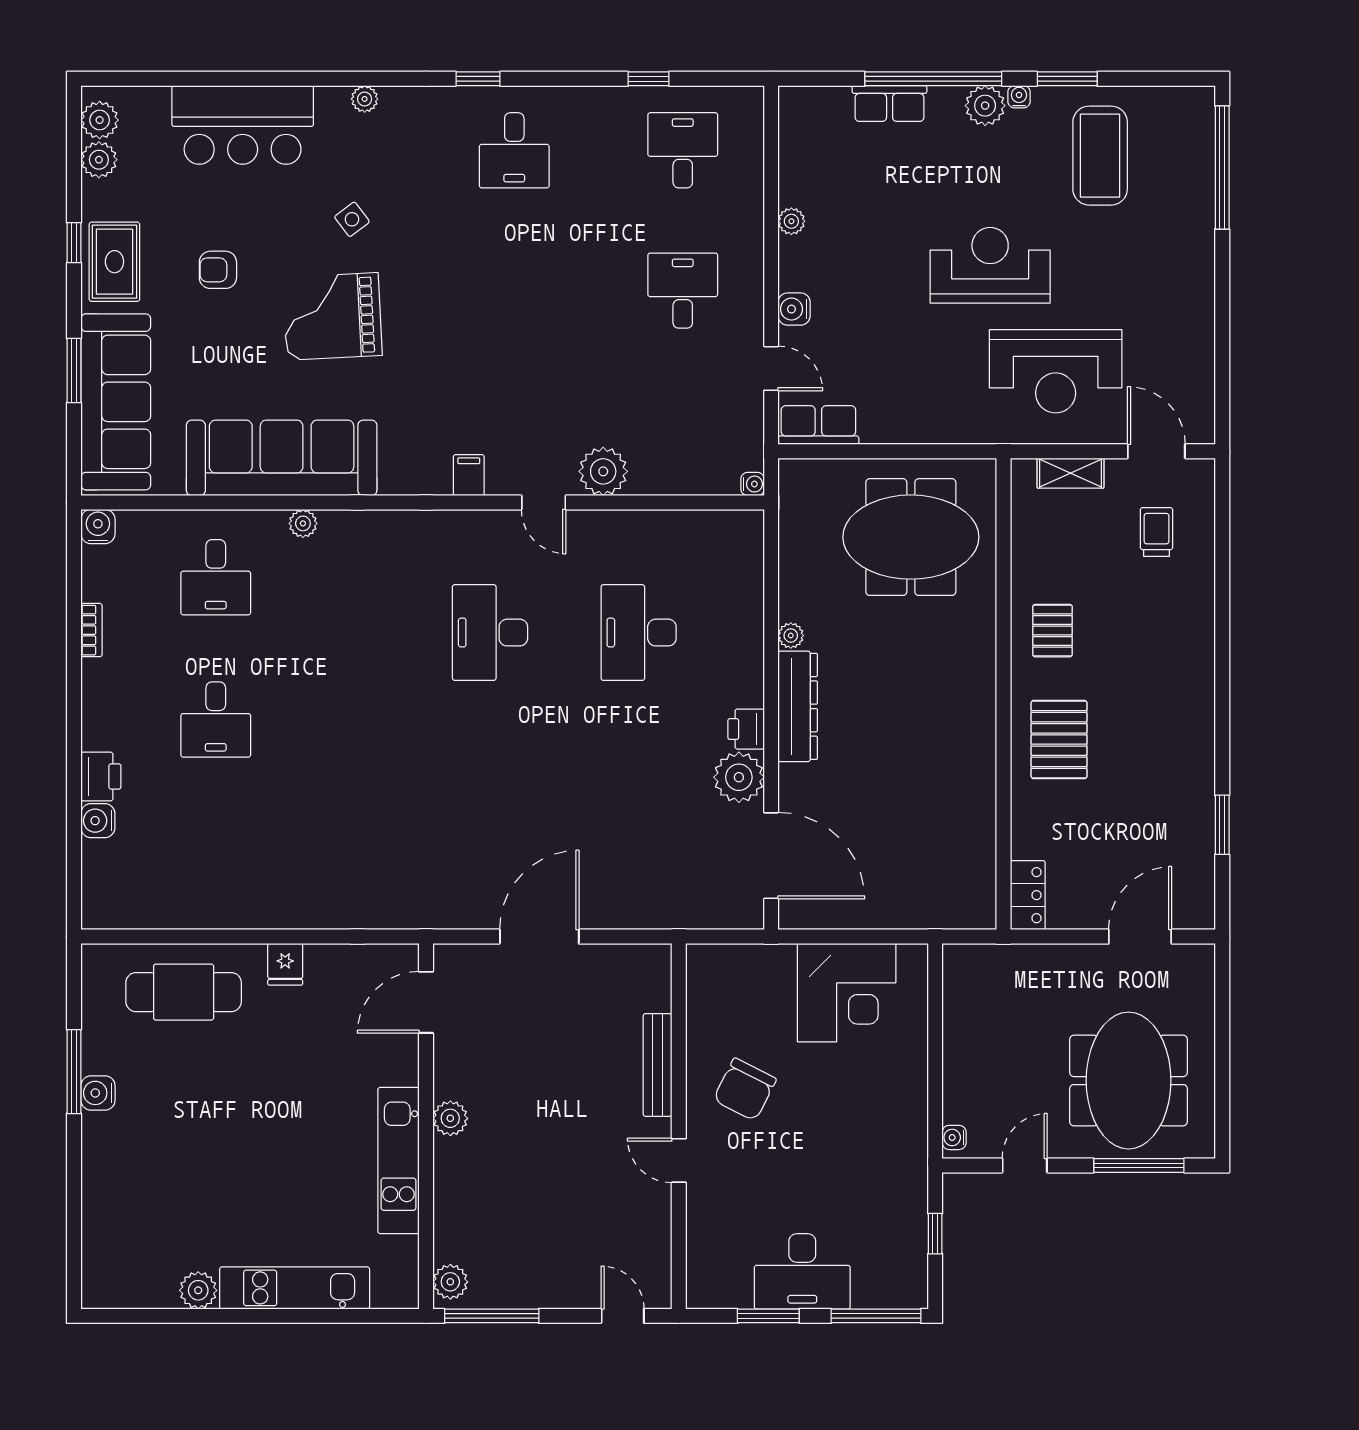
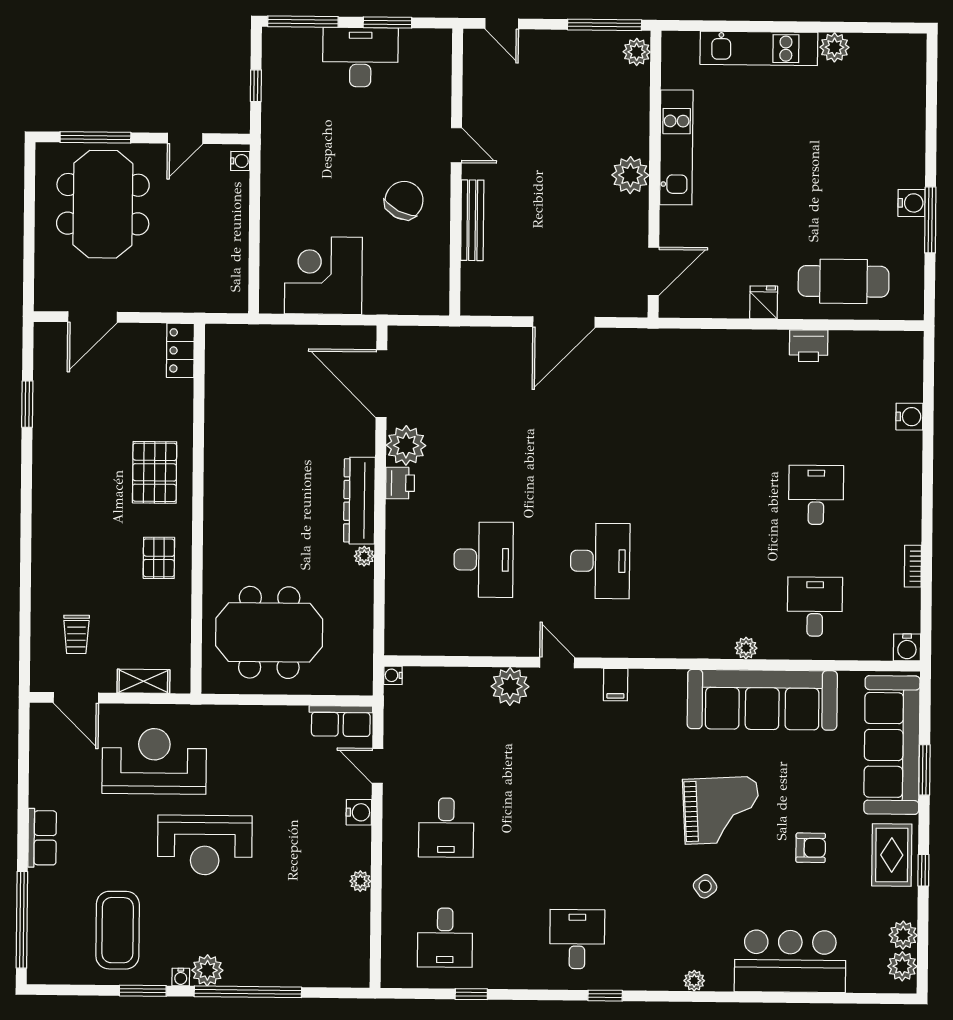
row of seats: (890, 103) -> (42, 838), moved, turned 90
printer: (101, 777) -> (809, 346), moved, turned -90
plant: (450, 1118) -> (630, 175), width x1.36, depth x1.36

